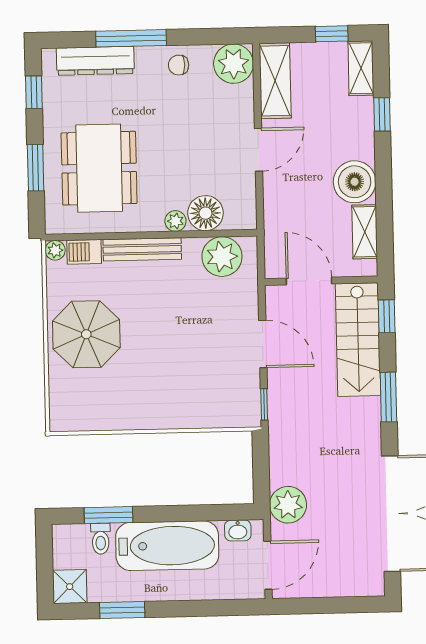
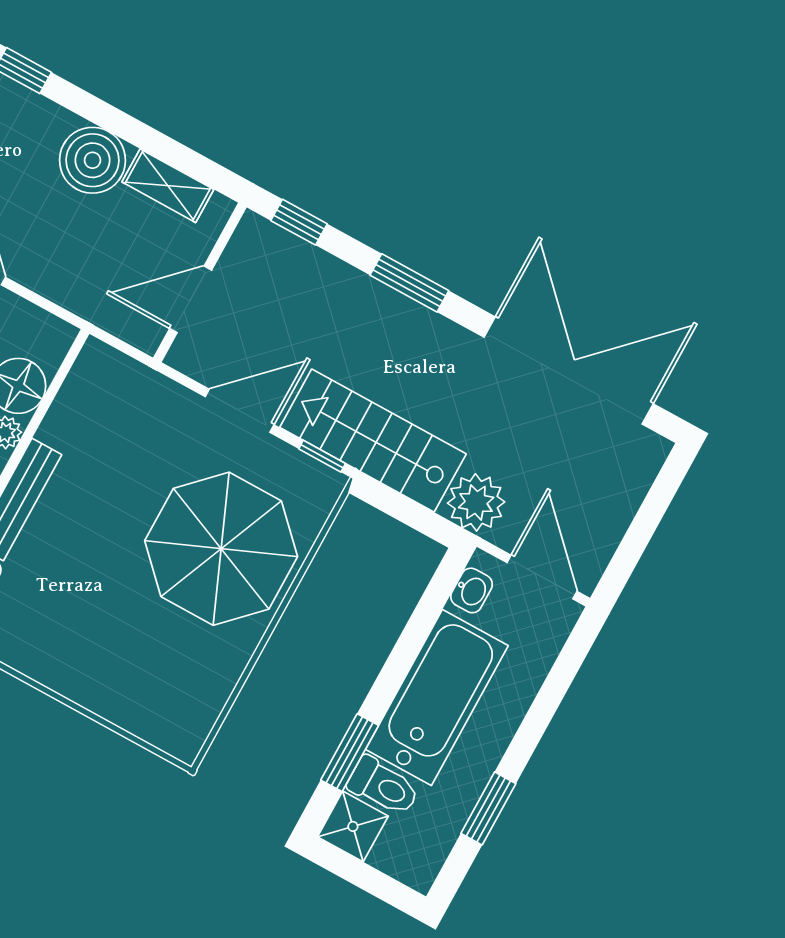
plant: (222, 257) -> (90, 398), removed
parasol: (86, 334) -> (221, 549), moved, width x1.36, depth x1.36
stairs: (358, 340) -> (373, 441), moved, turned 180
toilet: (101, 539) -> (383, 786), width x1.37, depth x1.39
shower: (70, 587) -> (353, 826), moved

